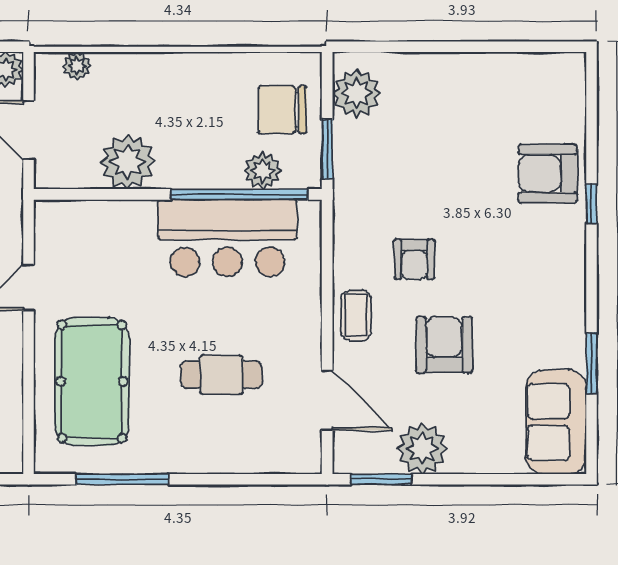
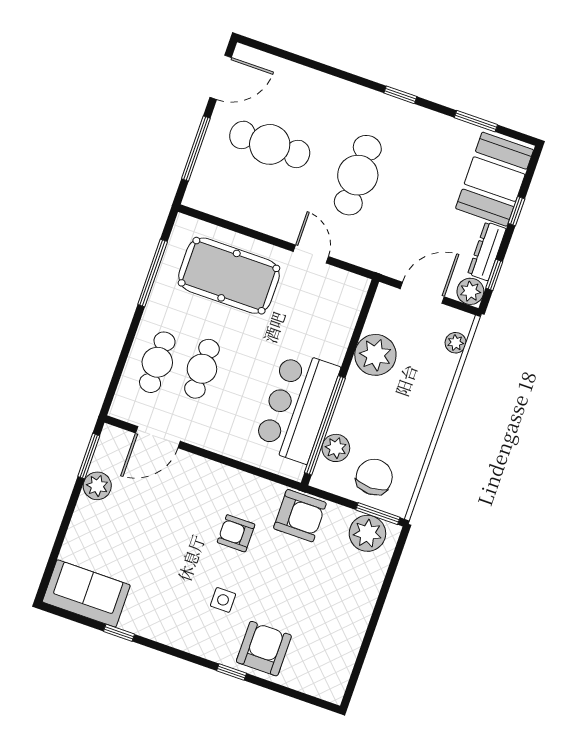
window: (327, 149) -> (378, 514), moved
side table: (504, 246) -> (223, 600), added
coffee table: (356, 315) -> (211, 478), removed
armchair: (444, 345) -> (300, 516), moved
window: (591, 363) -> (119, 633), width x0.67
cafe table: (233, 434) -> (157, 362), added
plant: (422, 449) -> (97, 486), width x0.73, depth x0.73

